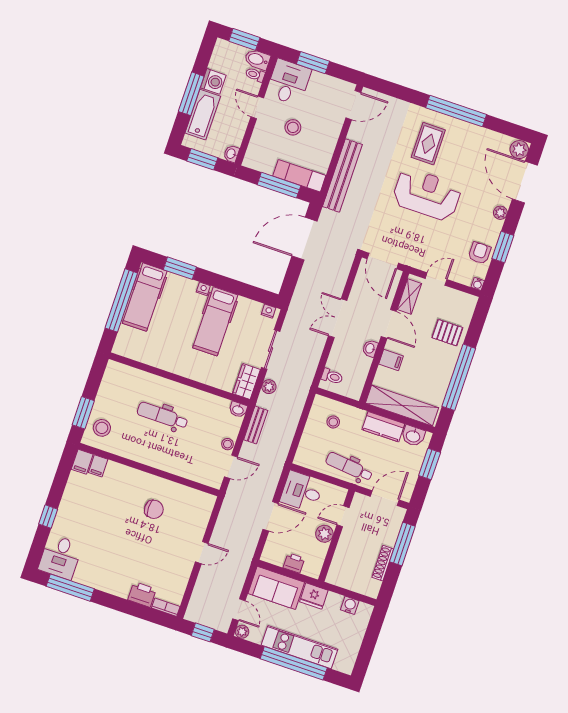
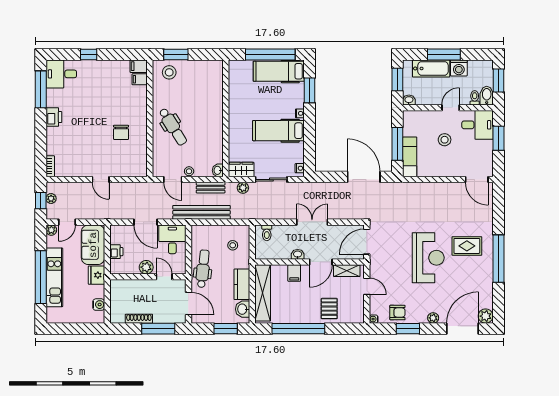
bench: (342, 176) -> (201, 212), moved
dental chair: (162, 416) -> (173, 127), moved, turned 148
printer: (142, 594) -> (54, 117), moved
plant: (204, 619) -> (51, 199), added

